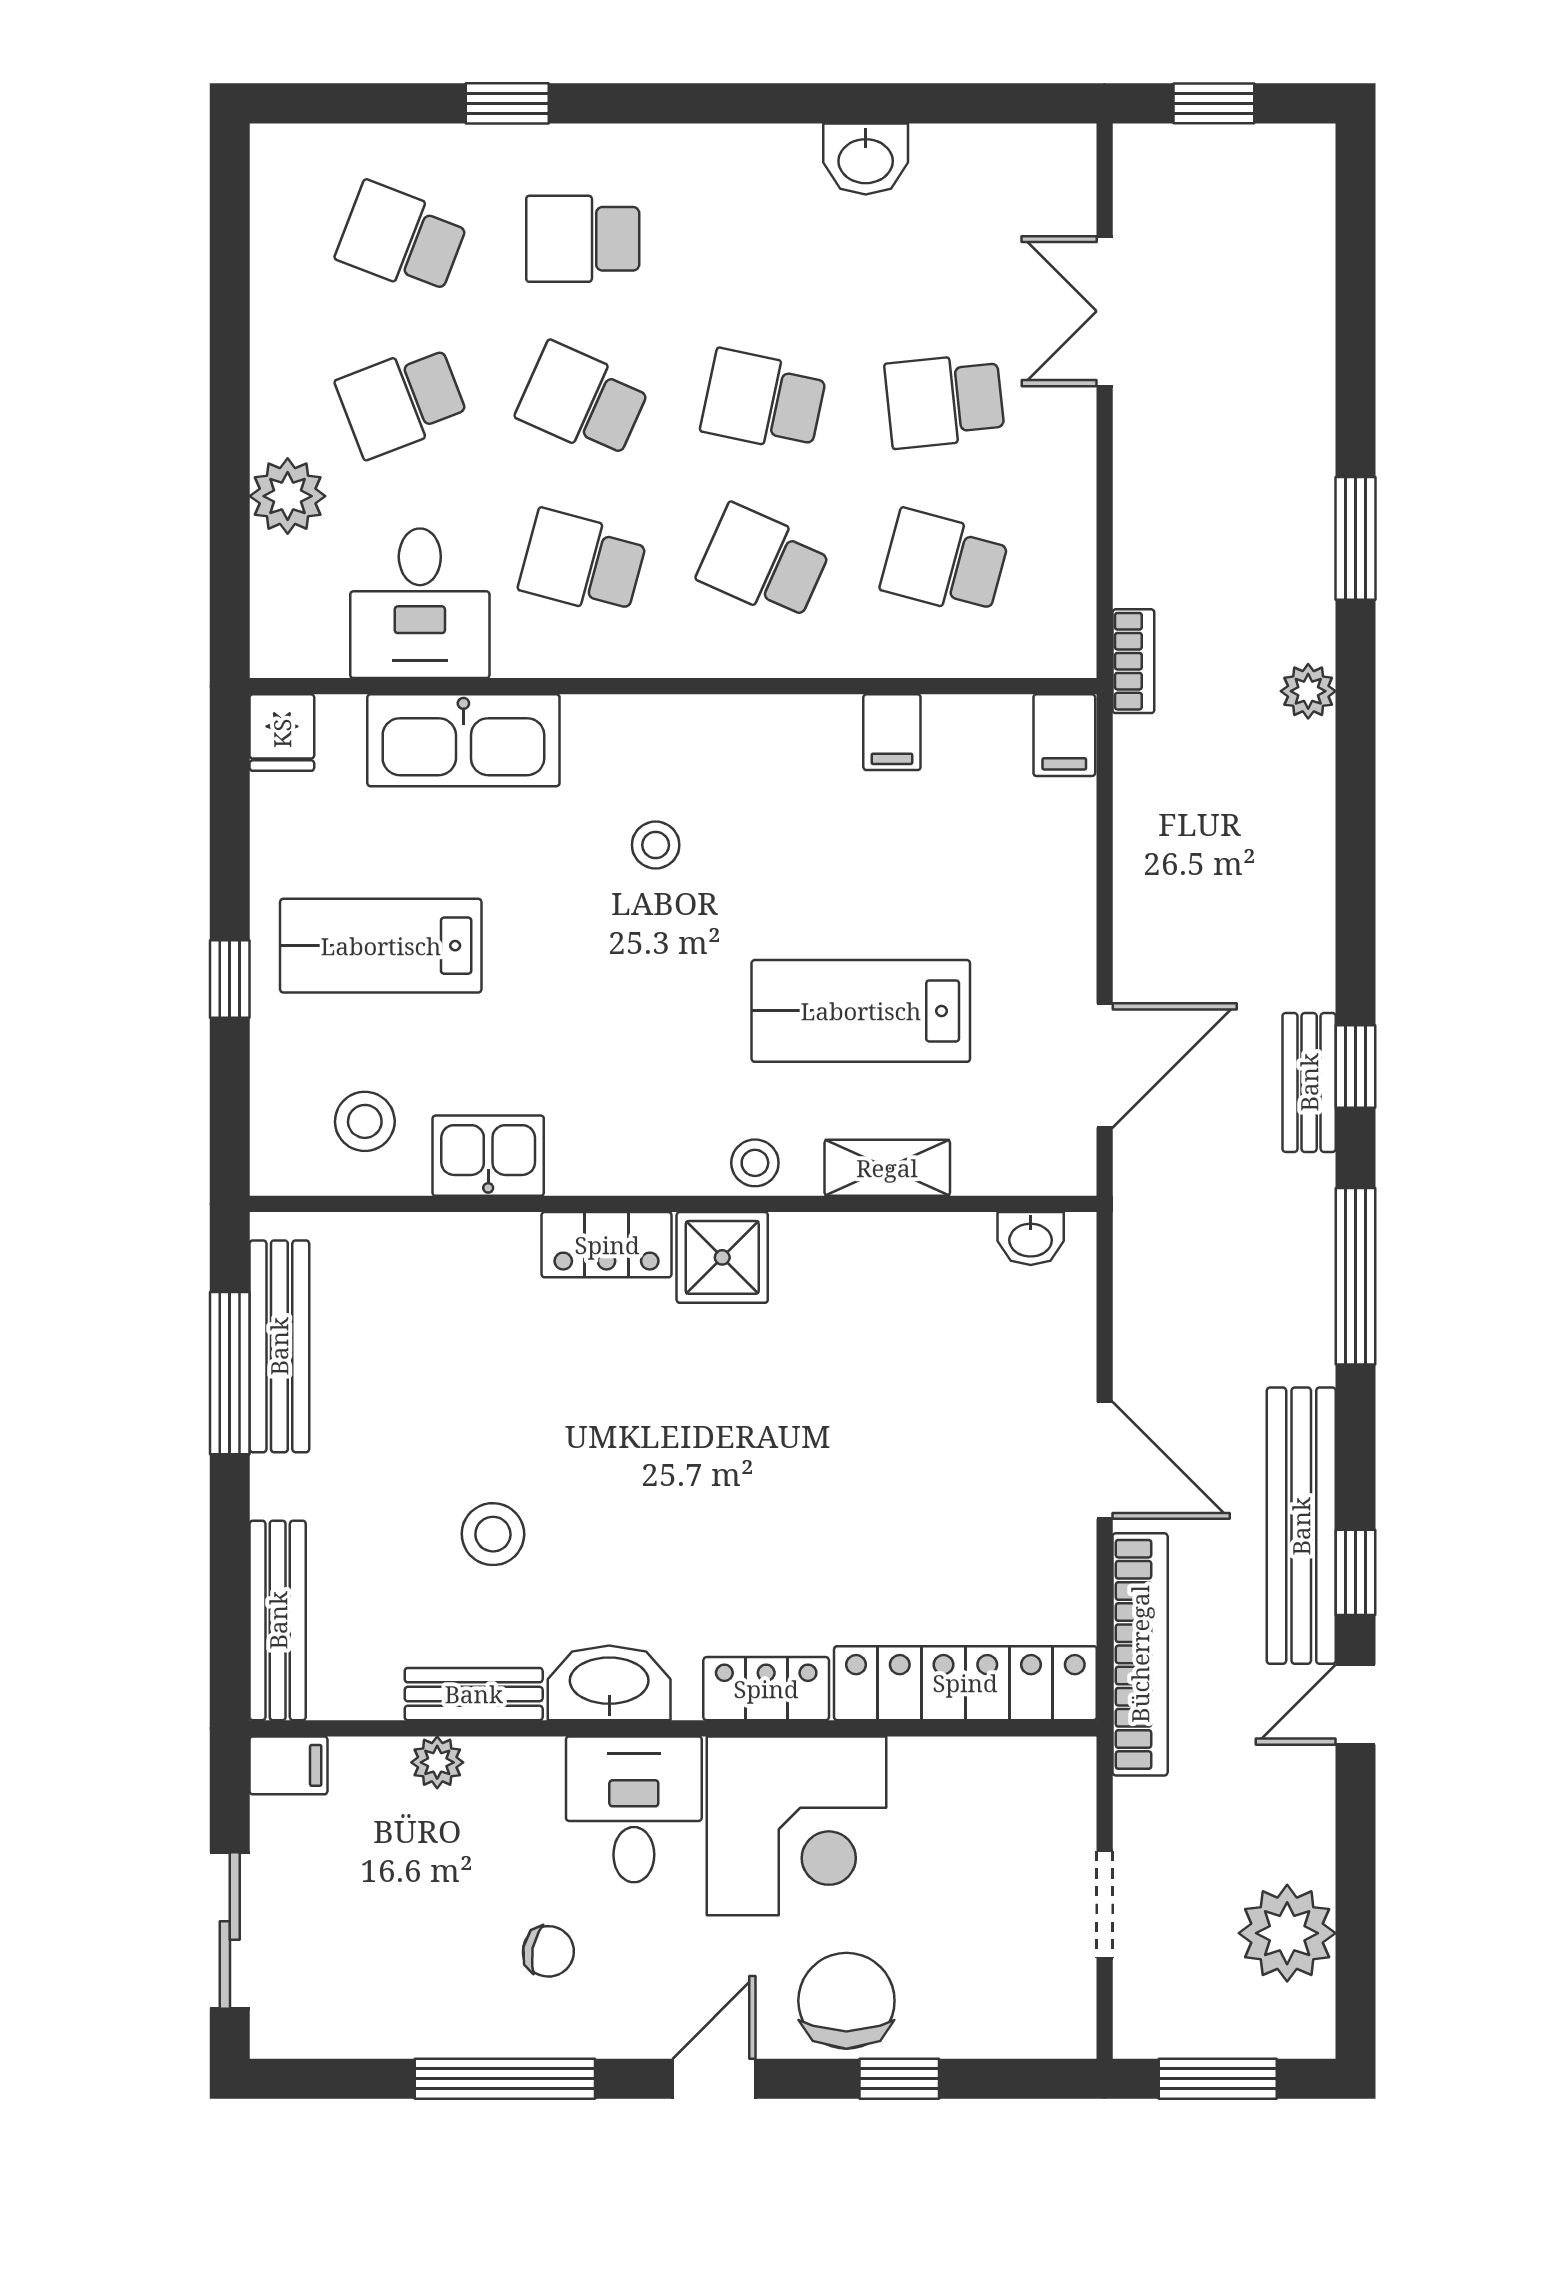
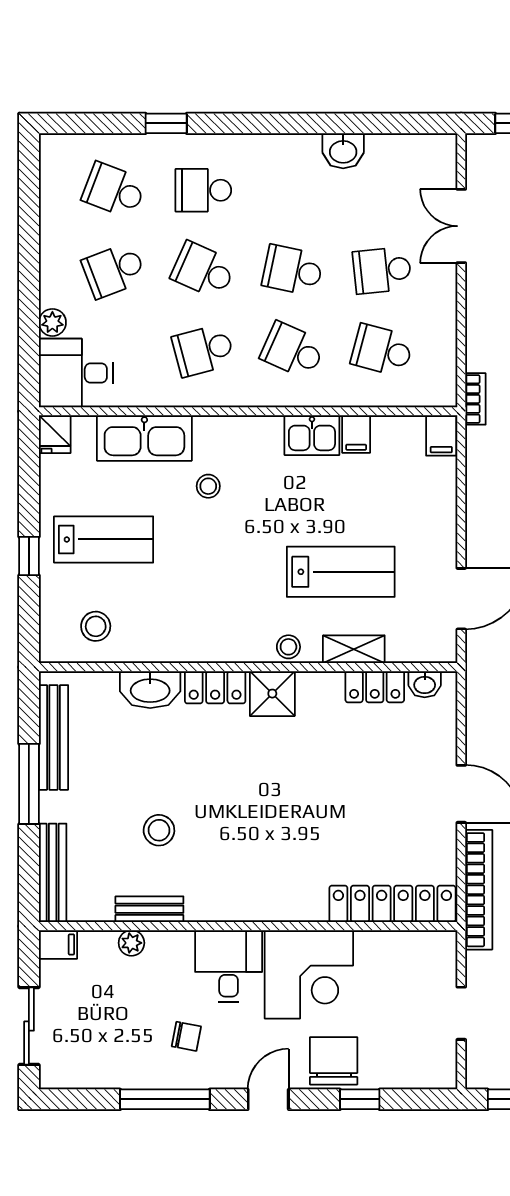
plant: (288, 496) -> (52, 322), width x0.73, depth x0.73
school desk: (583, 563) -> (203, 350), turned -30
desk: (420, 603) -> (76, 373), moved, turned 90
stool: (656, 845) -> (208, 486), moved
lab bench: (381, 946) -> (104, 539), turned 180
lab bench: (861, 1011) -> (341, 572), turned 180
kitchen sink: (488, 1156) -> (312, 435), moved, turned 180
window: (230, 1373) -> (29, 784), moved
washbasin: (609, 1683) -> (150, 690), moved, turned 180
locker: (766, 1689) -> (375, 687), moved, turned 180

